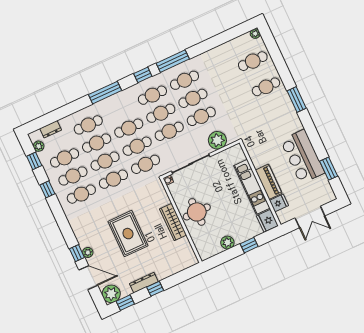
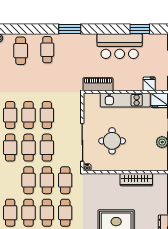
plant: (217, 140) -> (73, 111), removed
piano: (269, 182) -> (98, 84), moved
round table: (197, 212) -> (112, 141), moved
wardrobe: (173, 222) -> (136, 180), moved

